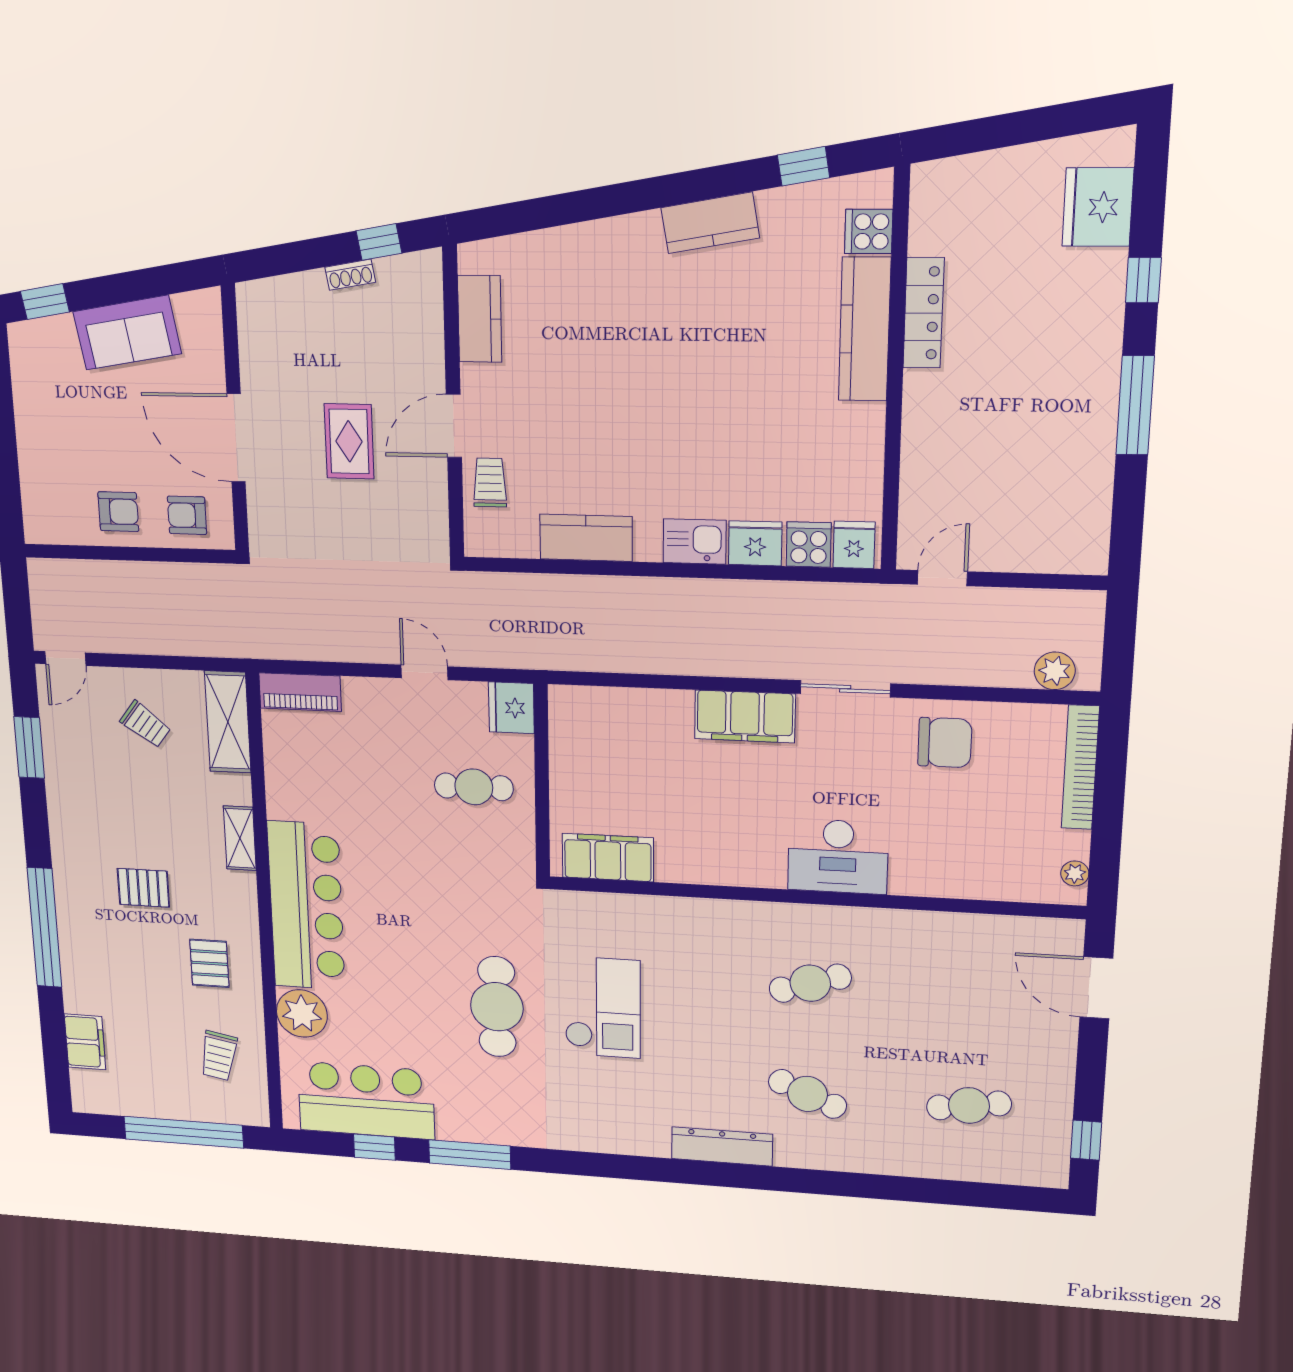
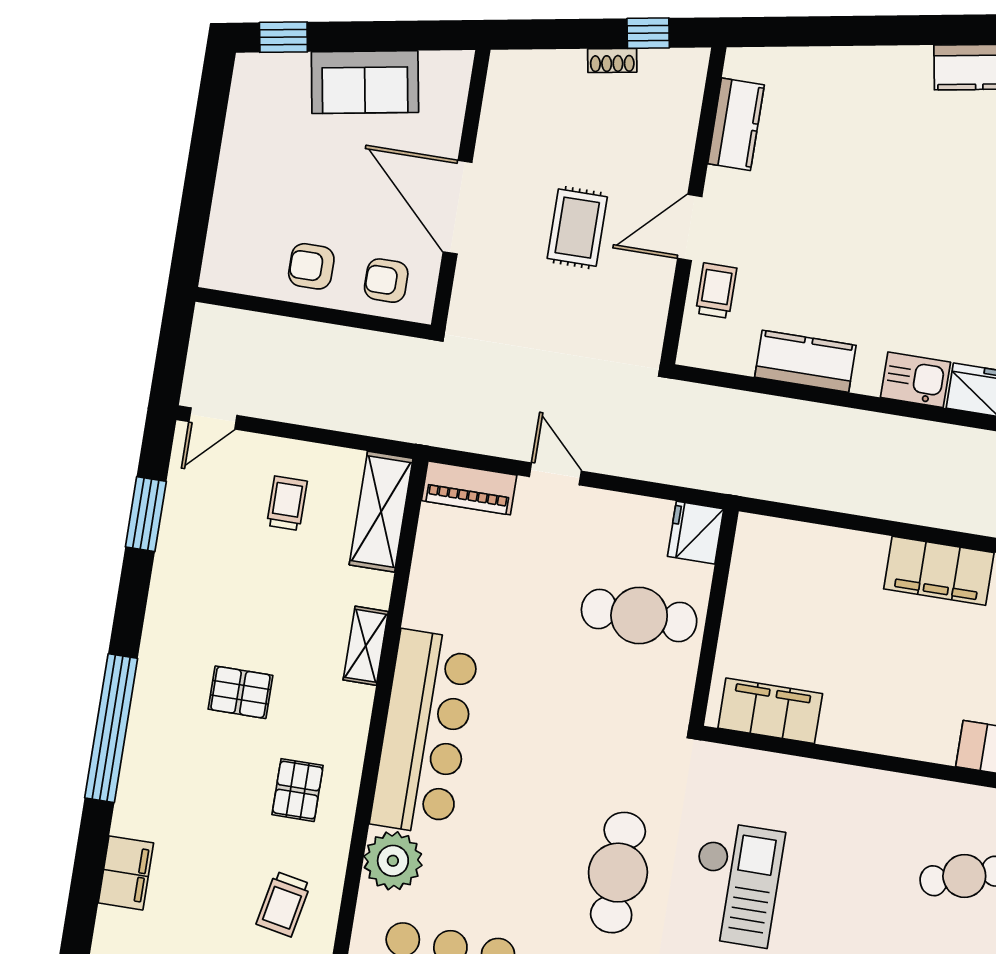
armchair: (118, 512) -> (311, 266), turned 180
door: (424, 672) -> (555, 474), moved
trolley: (145, 724) -> (287, 503), turned -127
cafe table: (474, 787) -> (639, 616), width x1.37, depth x1.35

